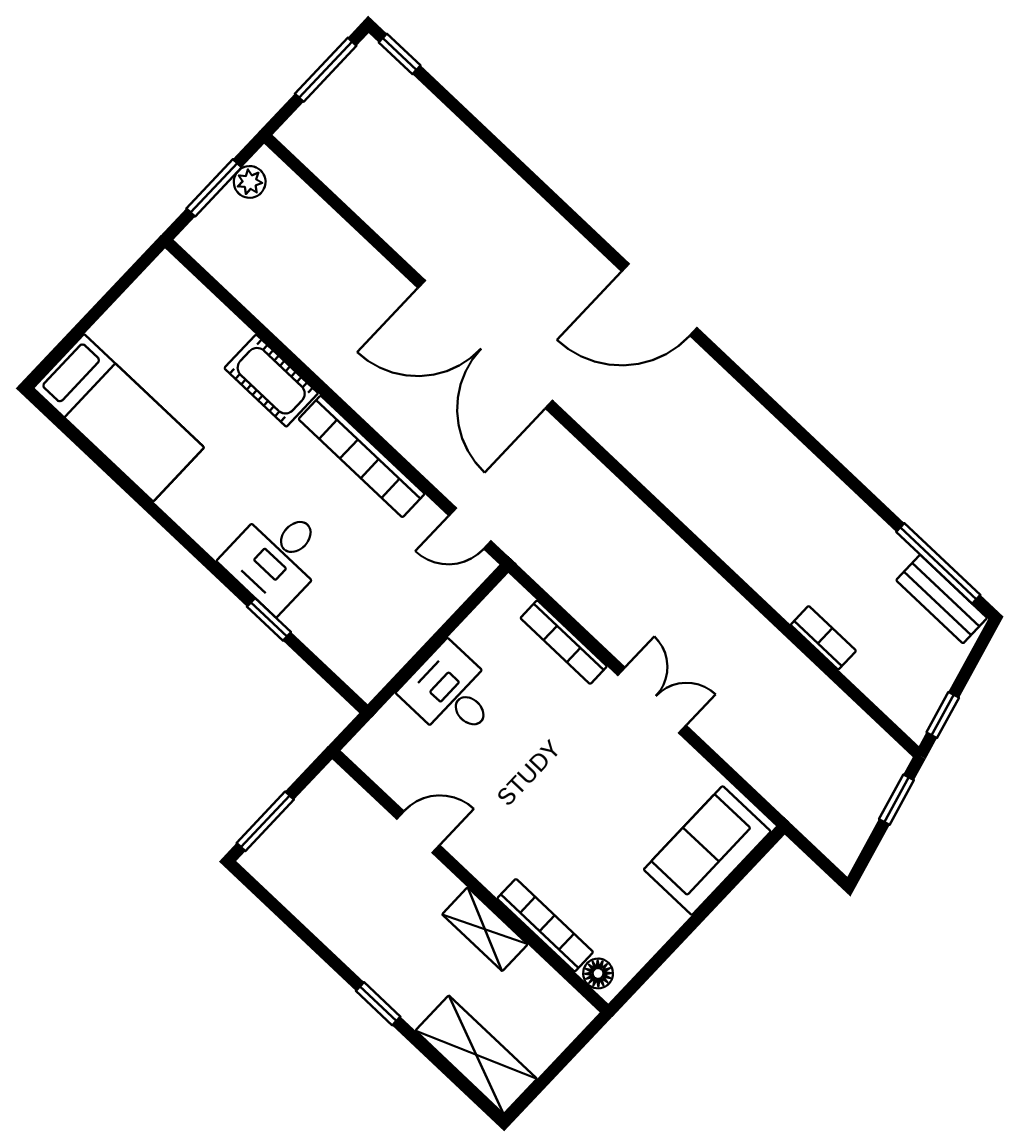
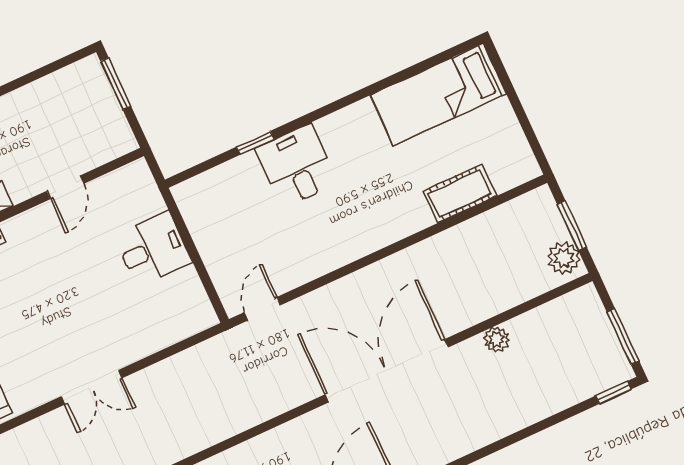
plant: (250, 182) -> (564, 258), width x1.38, depth x1.38
plant: (392, 224) -> (497, 339), added
cot: (271, 381) -> (460, 194), moved
bookcase: (362, 456) -> (343, 253), removed
bookcase: (564, 642) -> (157, 342), removed

